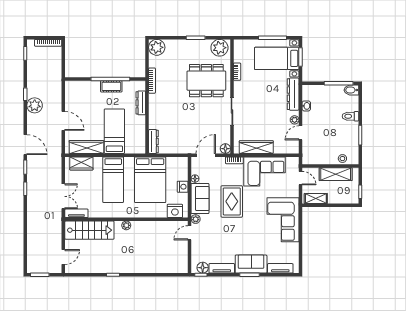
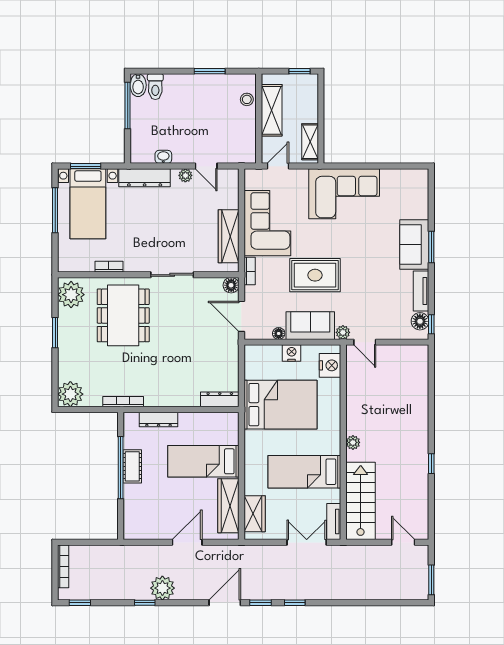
toilet: (350, 116) -> (155, 87), moved
bed: (113, 180) -> (304, 472), moved, turned 180
tv unit: (280, 268) -> (421, 198), removed

